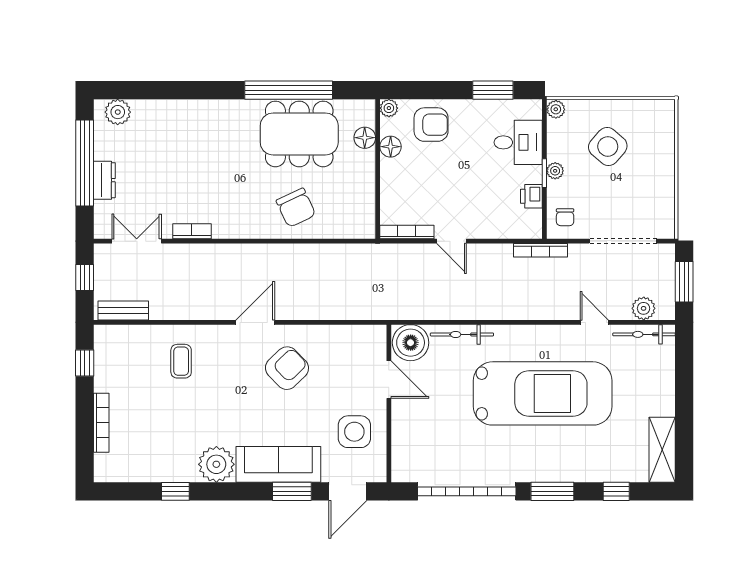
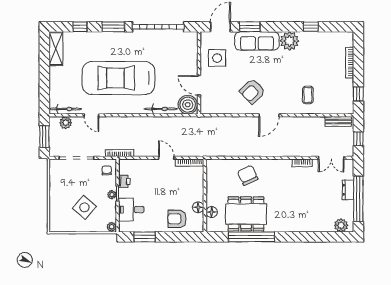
plant: (389, 108) -> (199, 227), removed

